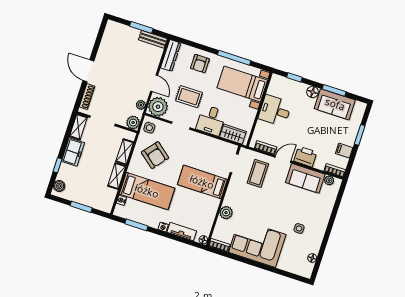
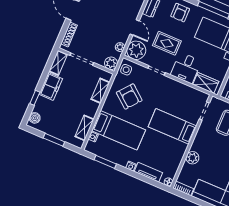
shelving: (117, 176) -> (84, 128), moved

